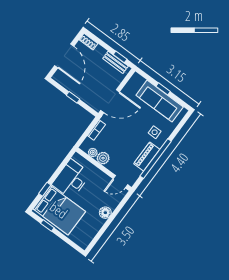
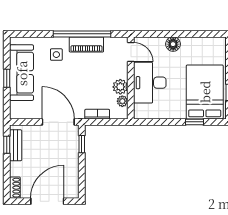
window: (73, 97) -> (82, 144), moved
desk: (71, 179) -> (150, 83), moved, turned 90

